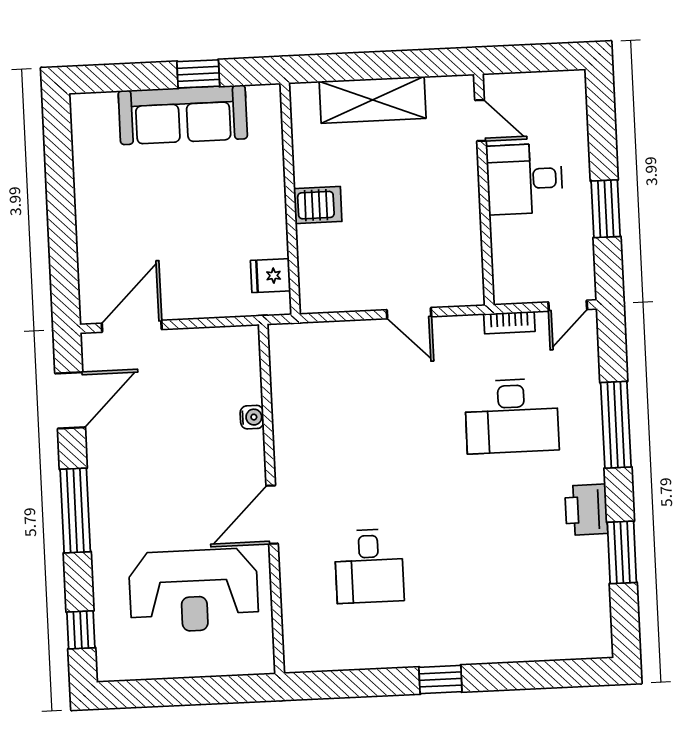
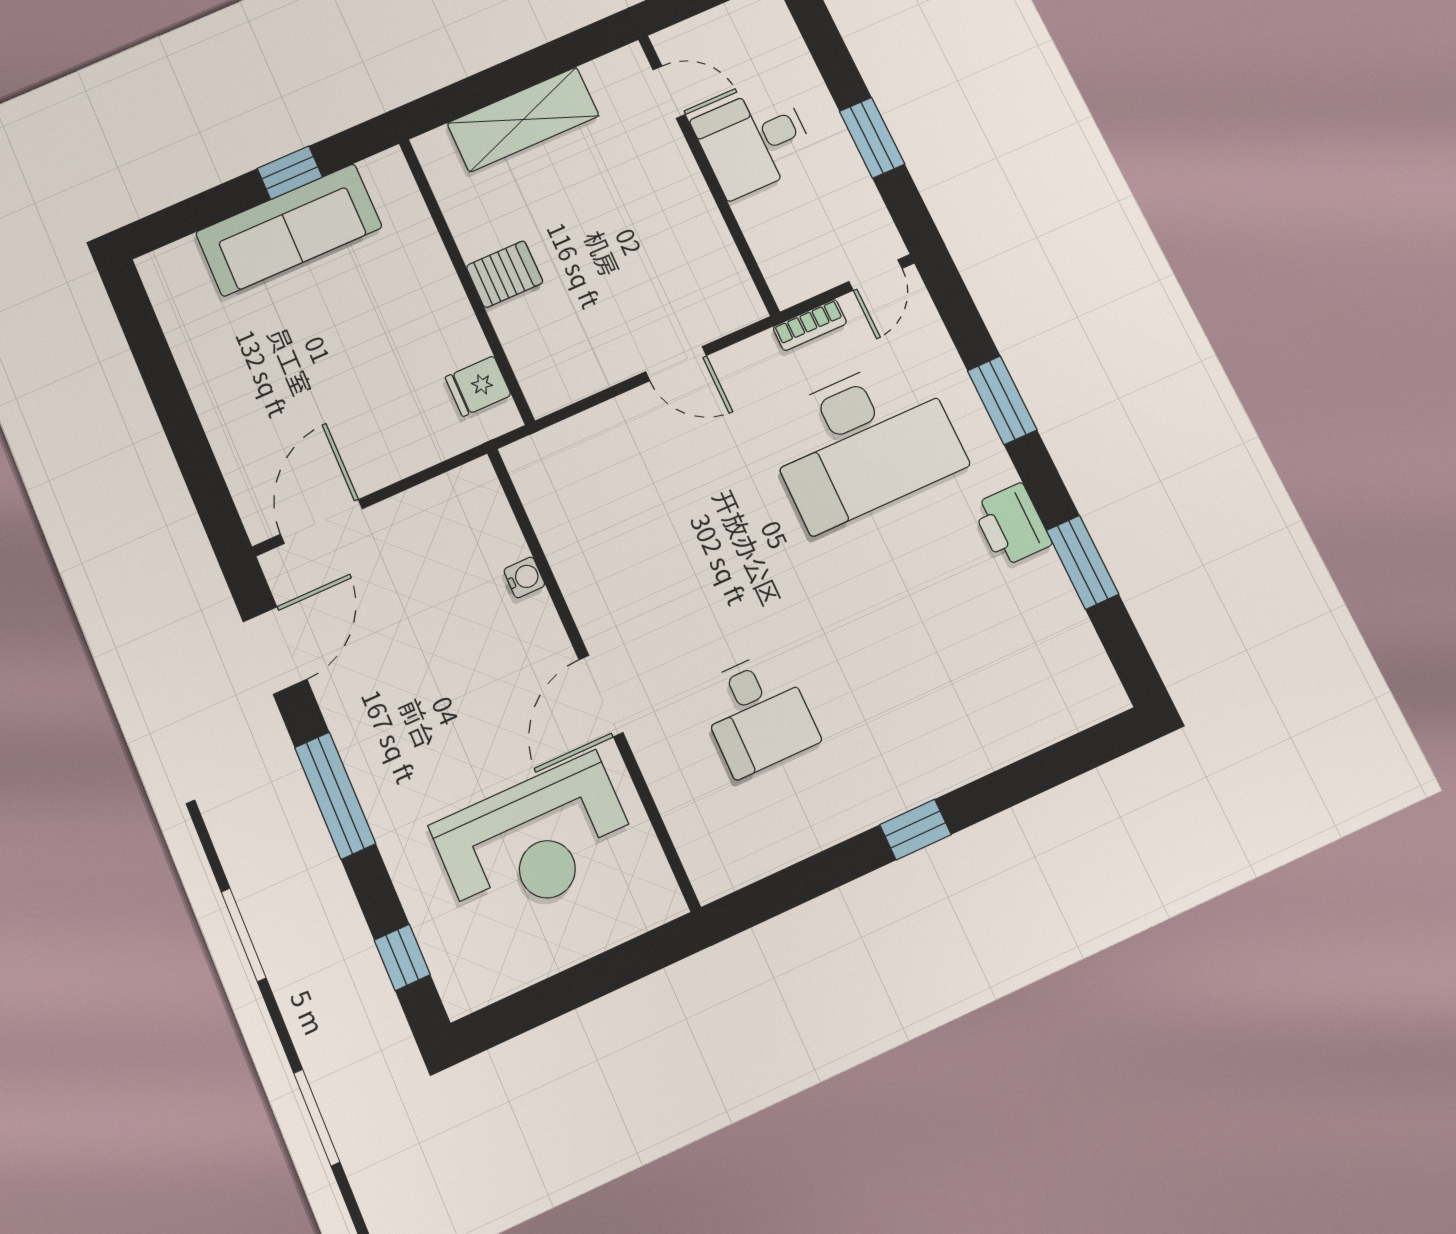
desk: (512, 416) -> (863, 442), width x1.36, depth x1.30
window: (616, 425) -> (1002, 400), width x0.69

